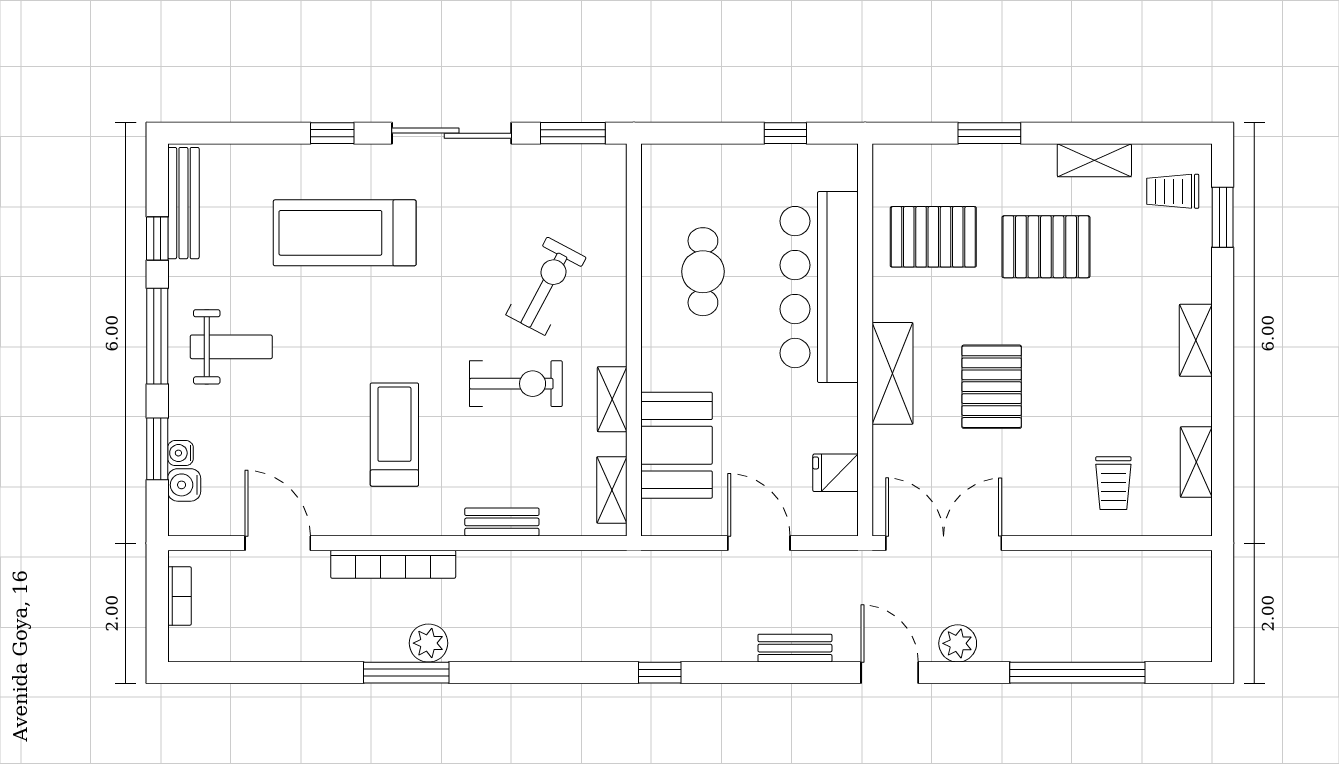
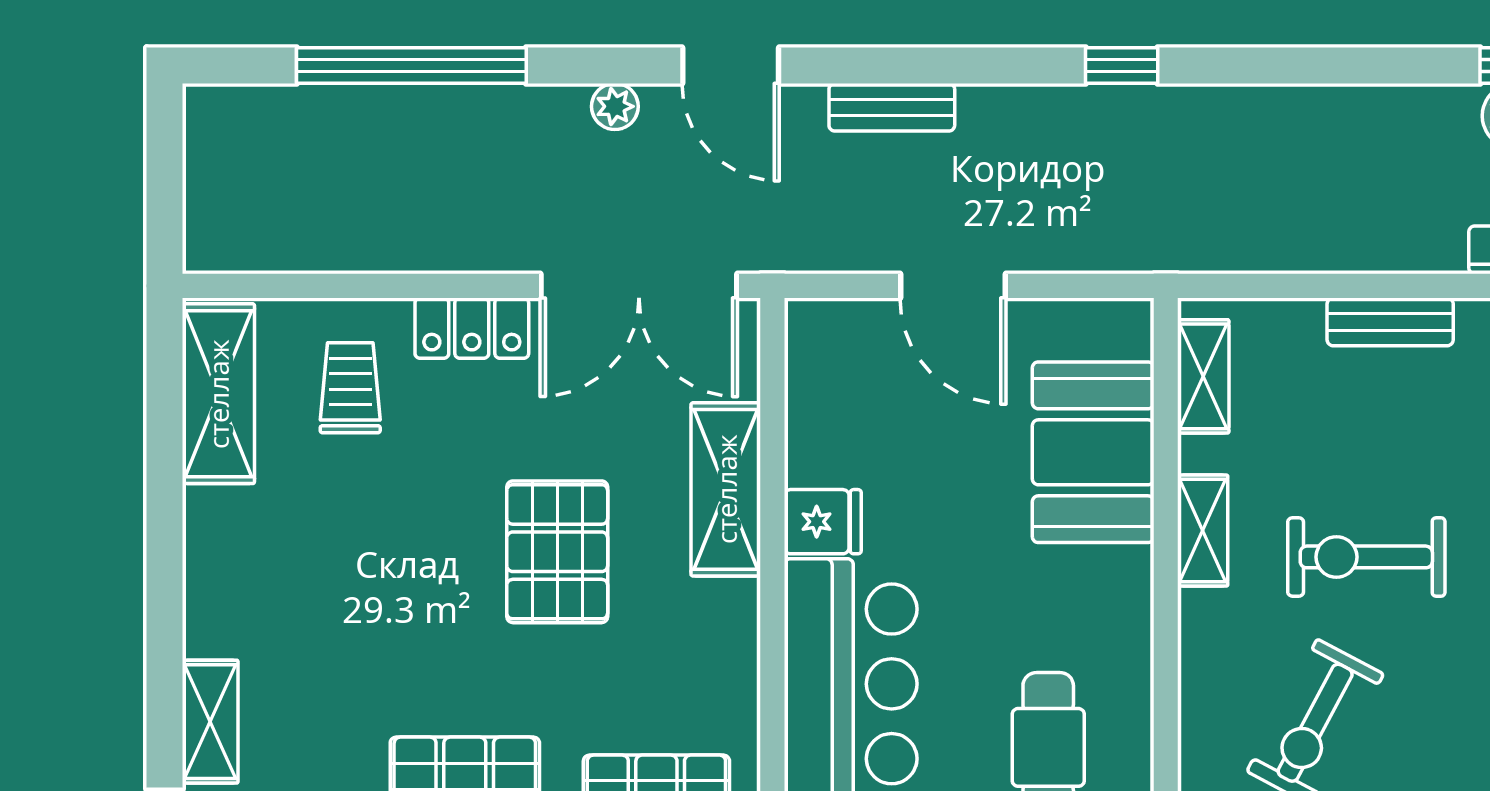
shelving: (1196, 340) -> (210, 722), moved
shelving: (893, 373) -> (726, 489), moved
shelving: (1196, 462) -> (218, 394), width x1.50, depth x1.33
fridge: (836, 473) -> (823, 522), moved
locker: (1042, 518) -> (472, 328), added
plant: (958, 643) -> (615, 106), width x0.73, depth x0.73

